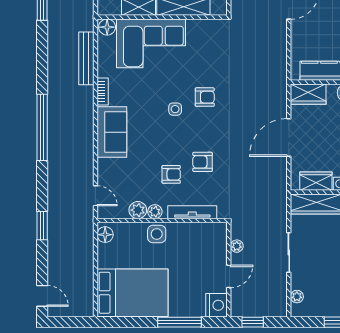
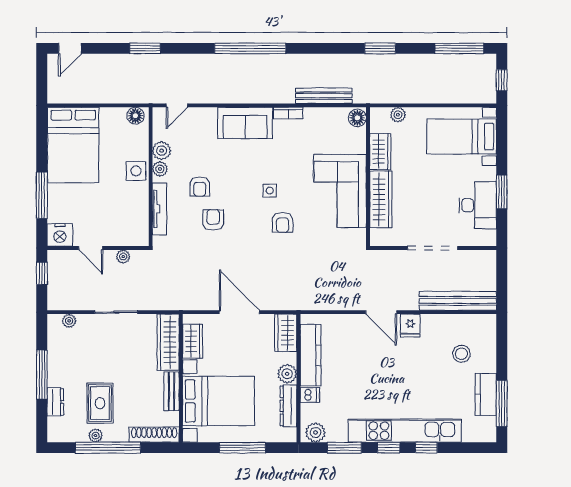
corner sofa: (151, 43) -> (340, 191), moved

